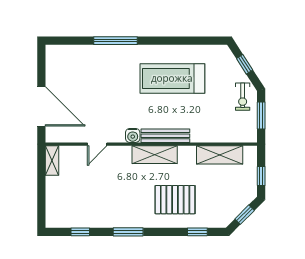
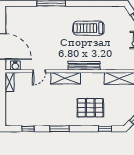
treadmill: (172, 78) -> (88, 28), width x0.73, depth x0.73
water cooler: (133, 135) -> (15, 66), moved
shelving: (155, 155) -> (66, 78), moved

